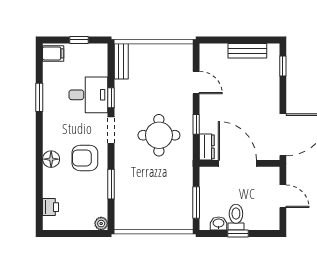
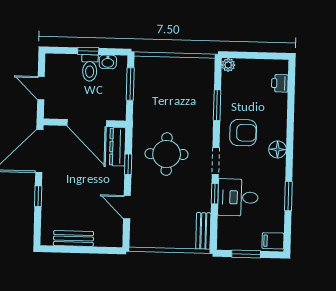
window: (79, 40) -> (246, 254), width x1.50
window: (283, 66) -> (38, 196), moved
dresser: (207, 147) -> (118, 147), width x1.44
floor lamp: (51, 159) -> (278, 149), moved

